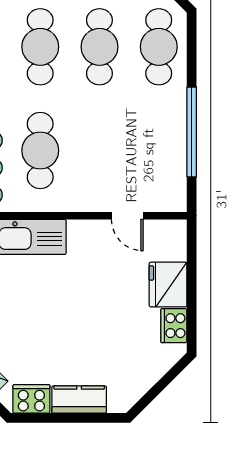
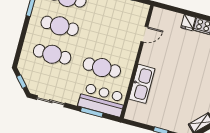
fridge: (168, 285) -> (188, 23), width x0.53, depth x0.75

